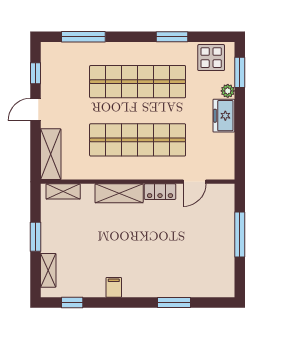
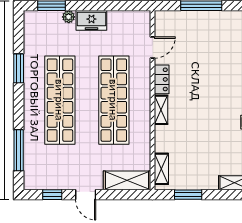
display table: (211, 58) -> (38, 32), removed
door: (194, 182) -> (152, 48), hinge flipped
shelving: (119, 193) -> (161, 110), width x0.67, depth x0.75
window: (35, 237) -> (188, 195), moved

